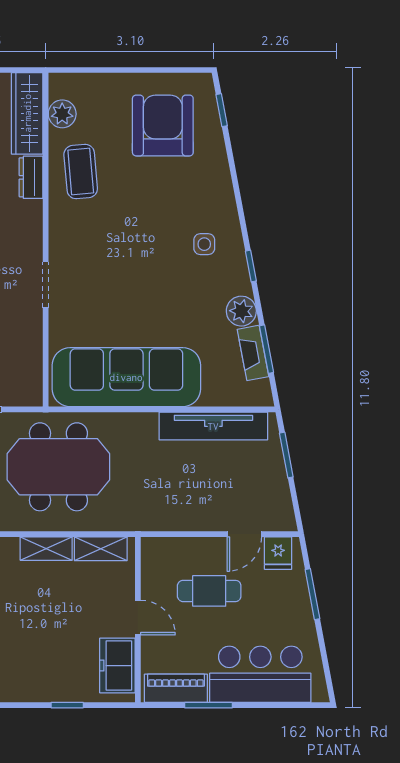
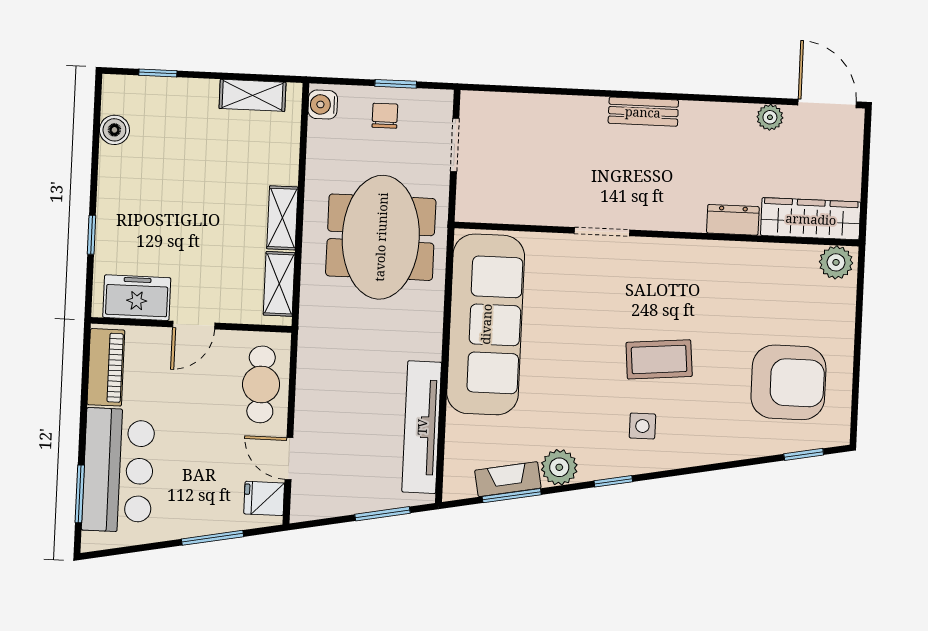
plant: (62, 114) -> (836, 262), moved
coffee table: (81, 172) -> (659, 359), moved
cafe table: (209, 591) -> (261, 384), moved
window: (208, 705) -> (80, 494), moved

